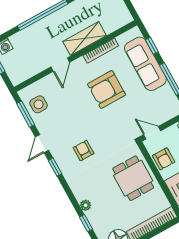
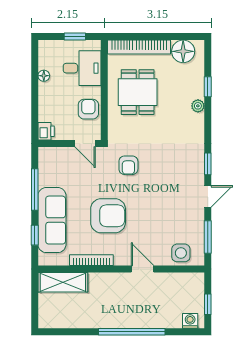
shelving: (85, 39) -> (63, 282), moved
door: (60, 65) -> (142, 269), hinge flipped
side table: (39, 104) -> (181, 253), moved
armchair: (84, 151) -> (128, 165), moved
dining table: (133, 178) -> (138, 92), moved

